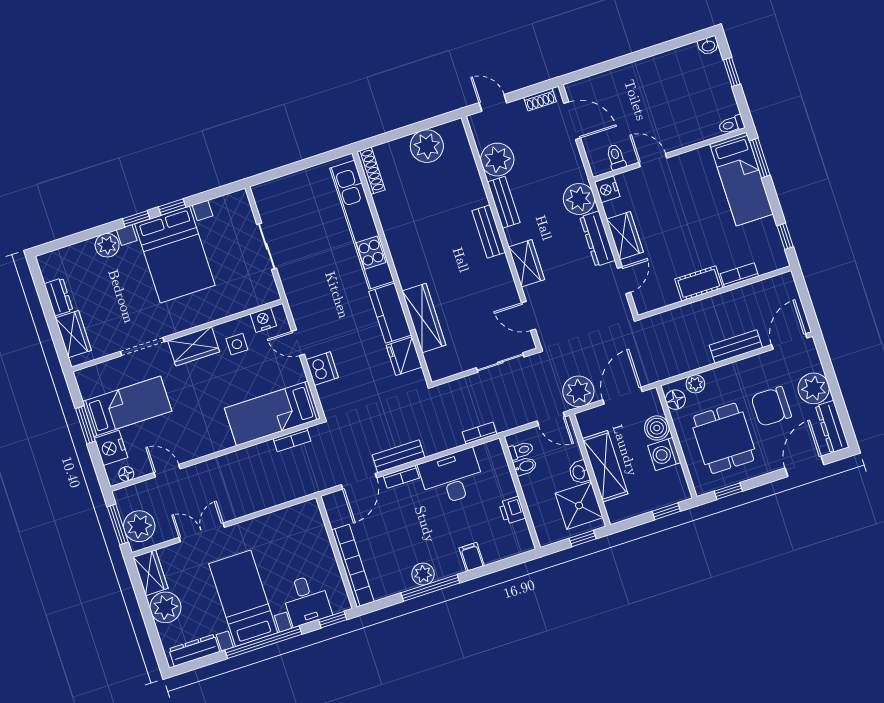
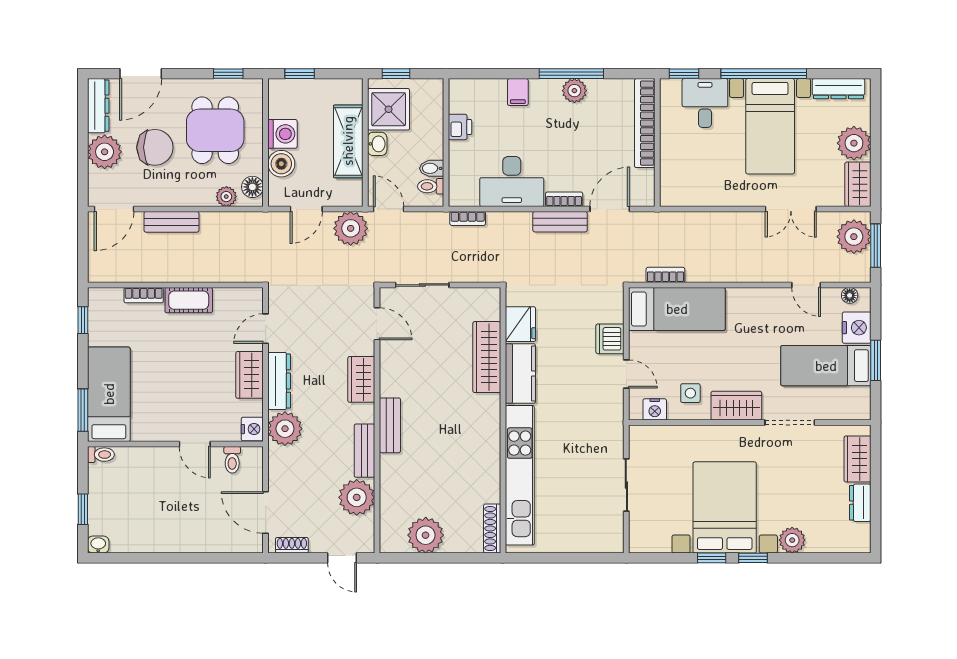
door: (622, 396) -> (306, 209), width x0.73

